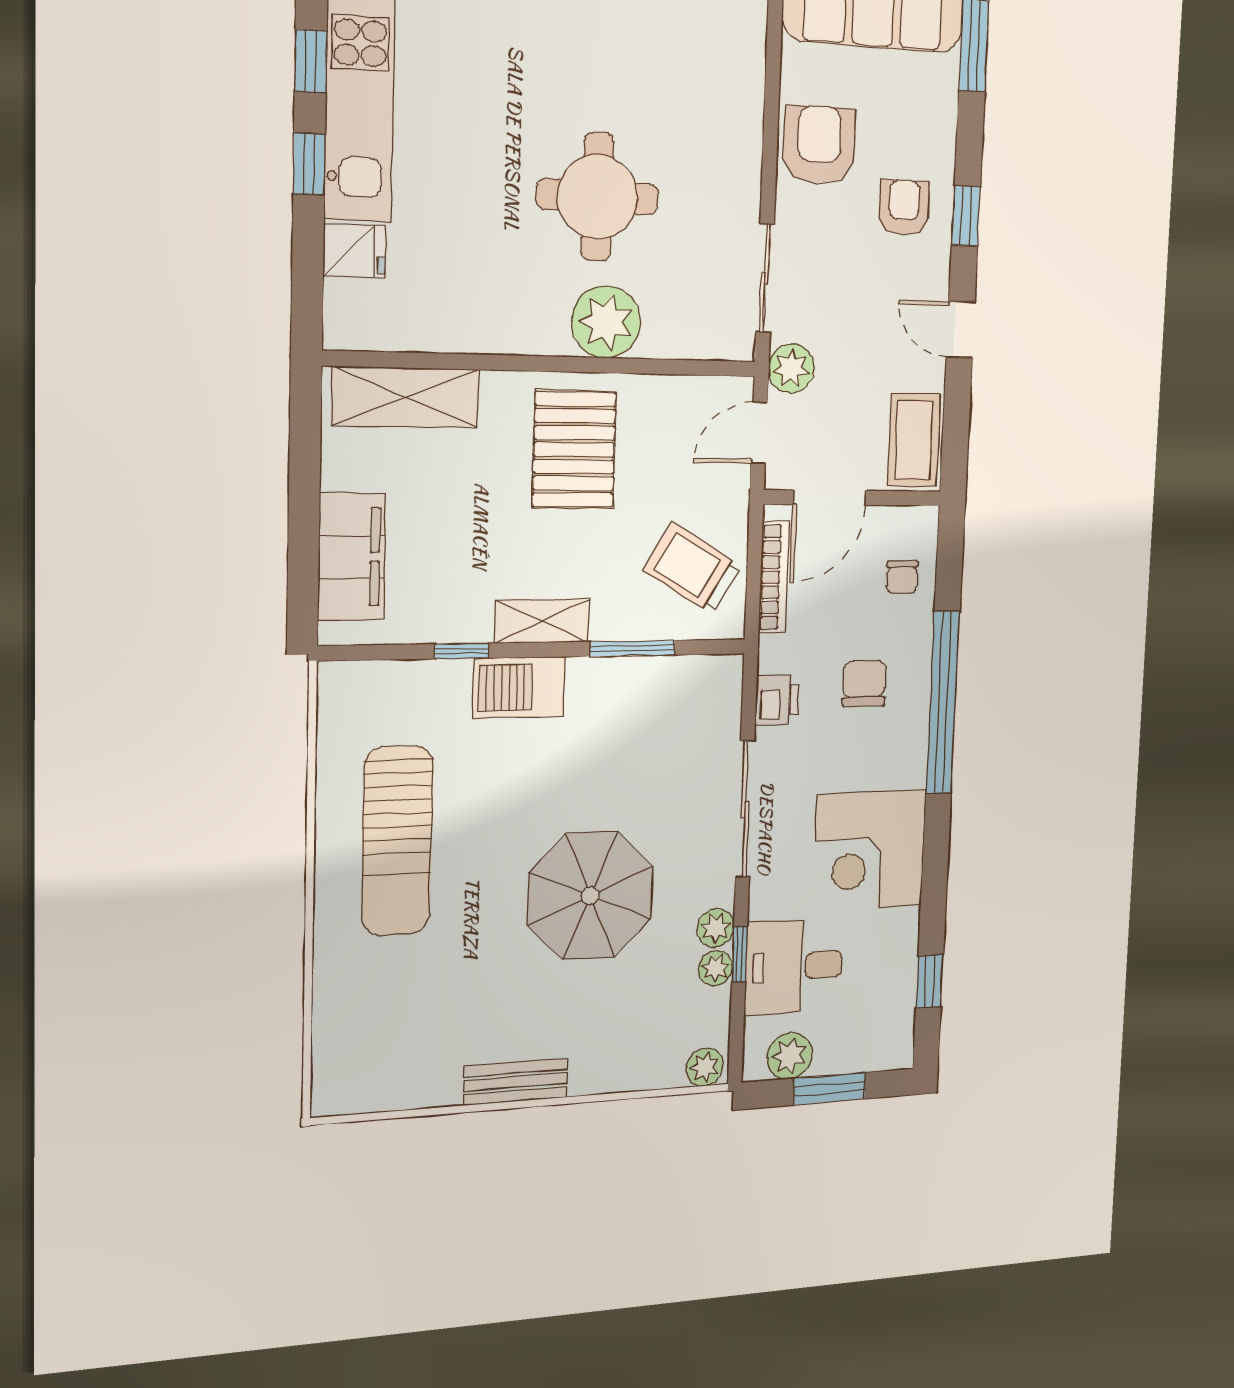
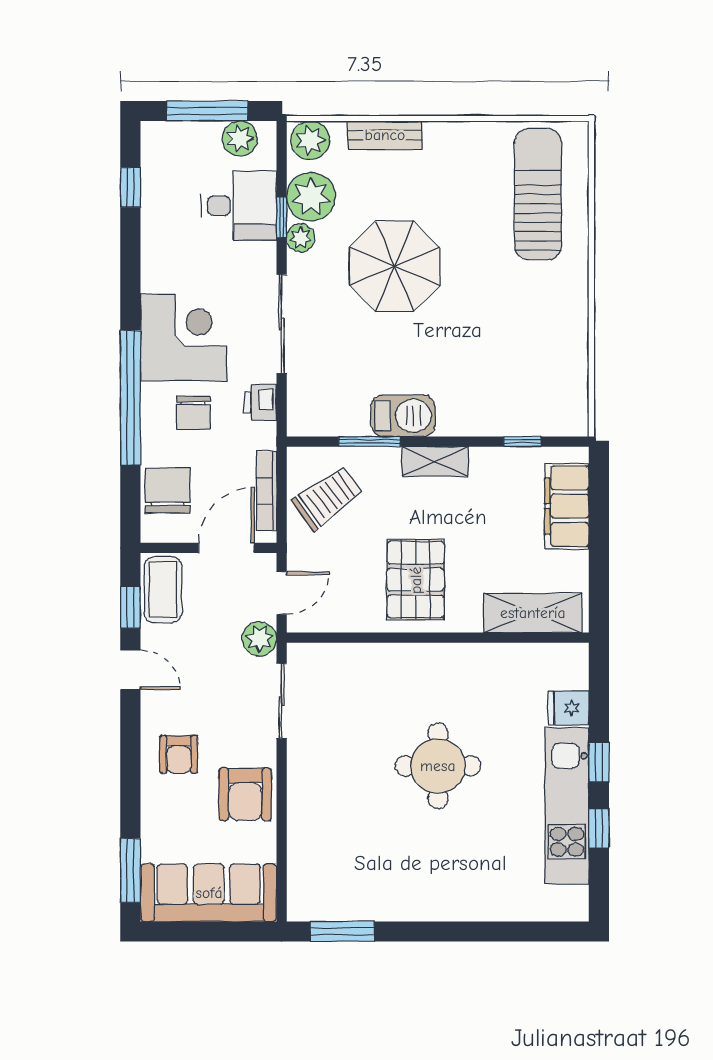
round table: (598, 197) -> (438, 766), moved
window: (966, 216) -> (130, 607), moved
plant: (606, 322) -> (396, 667), removed
trolley: (692, 568) -> (328, 498), turned -67
chair: (902, 577) -> (167, 491), width x1.87, depth x1.87
window: (462, 651) -> (522, 442), moved
barbecue: (519, 687) -> (403, 416), moved
sun lounger: (397, 841) -> (538, 194), moved
corner desk: (870, 850) -> (184, 338), moved
plant: (715, 968) -> (311, 197), width x1.88, depth x1.88
plant: (705, 1067) -> (310, 140), width x1.38, depth x1.38
bench: (516, 1082) -> (385, 135), moved
window: (830, 1089) -> (207, 111), width x1.44

